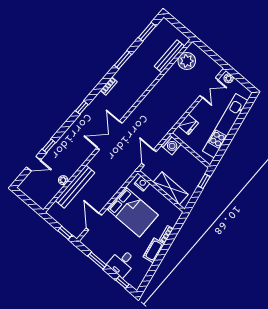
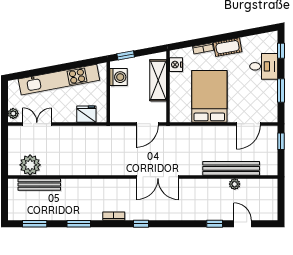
window: (82, 108) -> (141, 224), moved
washing machine: (171, 145) -> (119, 77), moved, turned 90
nightstand: (142, 183) -> (176, 65), moved

